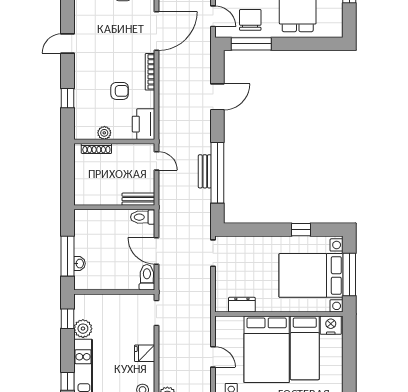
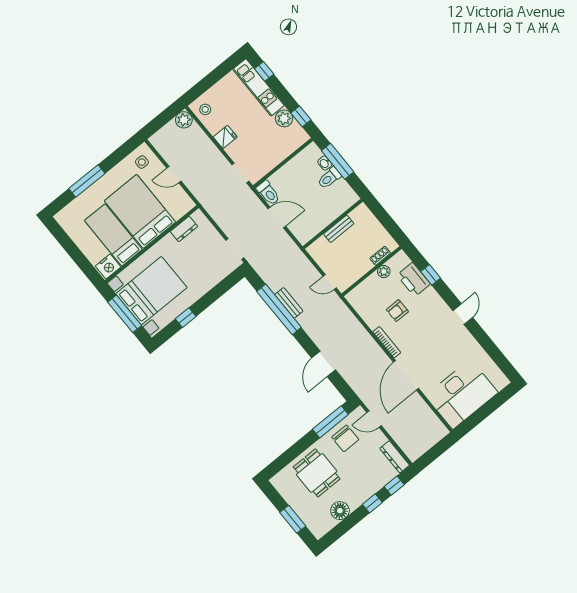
printer: (144, 124) -> (414, 280), moved, turned 180
shoe rack: (96, 148) -> (380, 256), width x0.70
bench: (138, 199) -> (339, 229), moved
toilet: (143, 217) -> (329, 178), moved, turned 180

